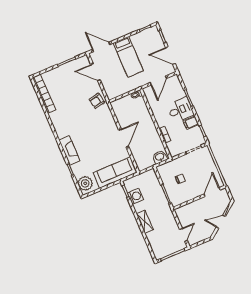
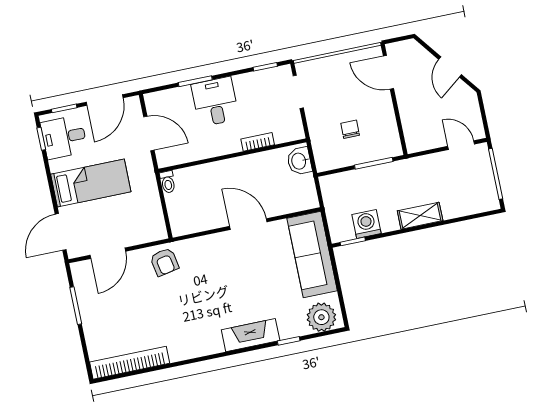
desk: (148, 39) -> (64, 137), added
filing cabinet: (191, 123) -> (244, 86), removed

